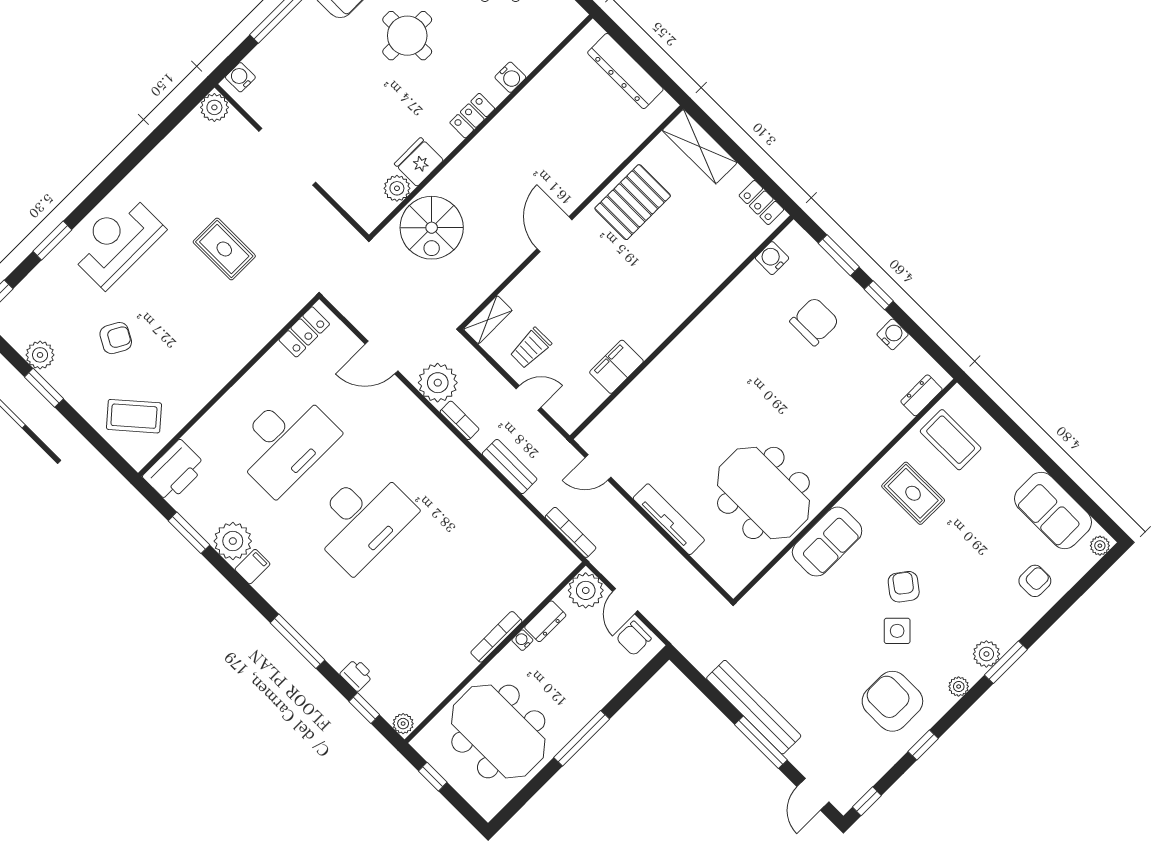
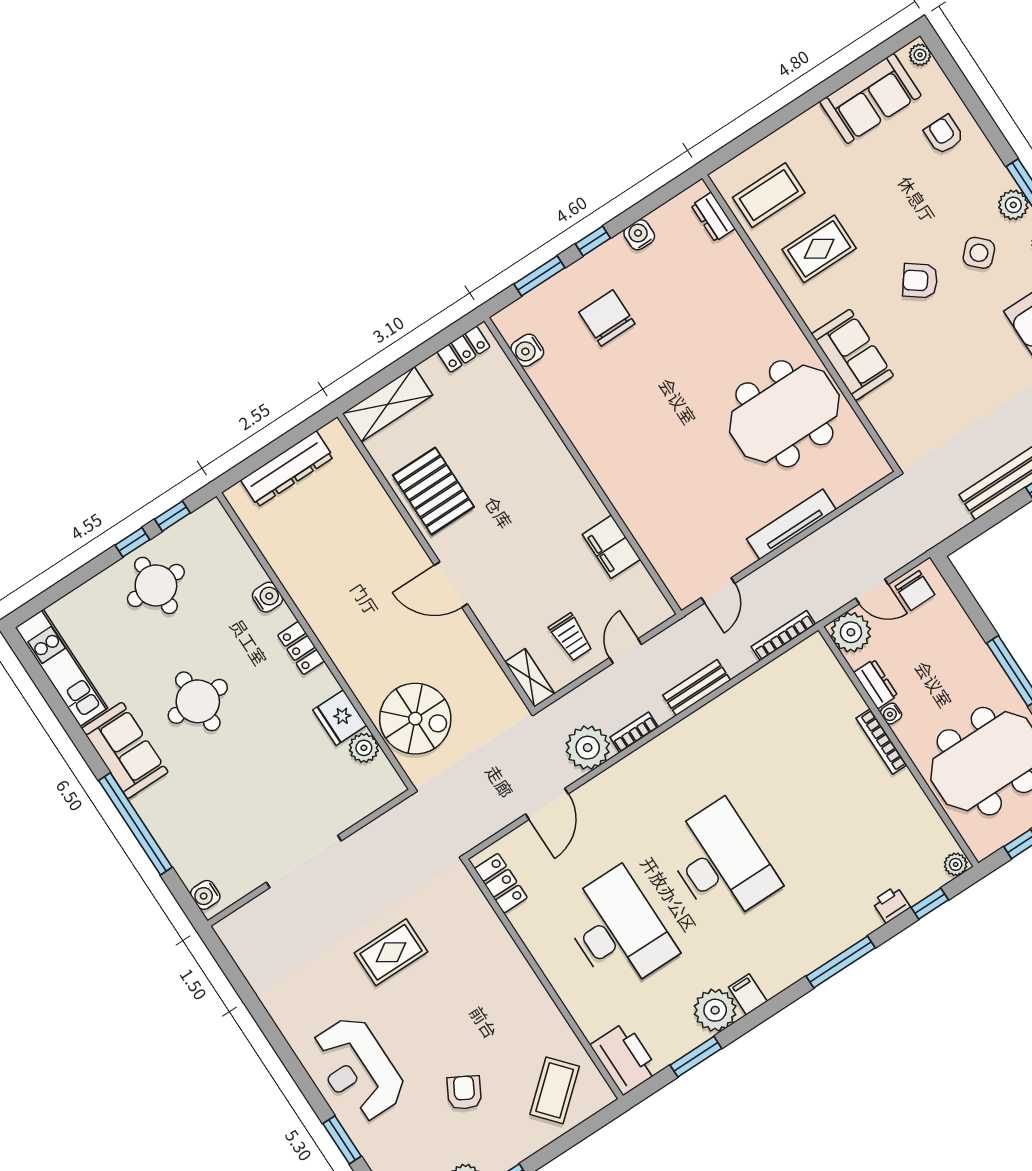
plant: (214, 107) -> (233, 931), removed
side table: (897, 631) -> (979, 253), moved

